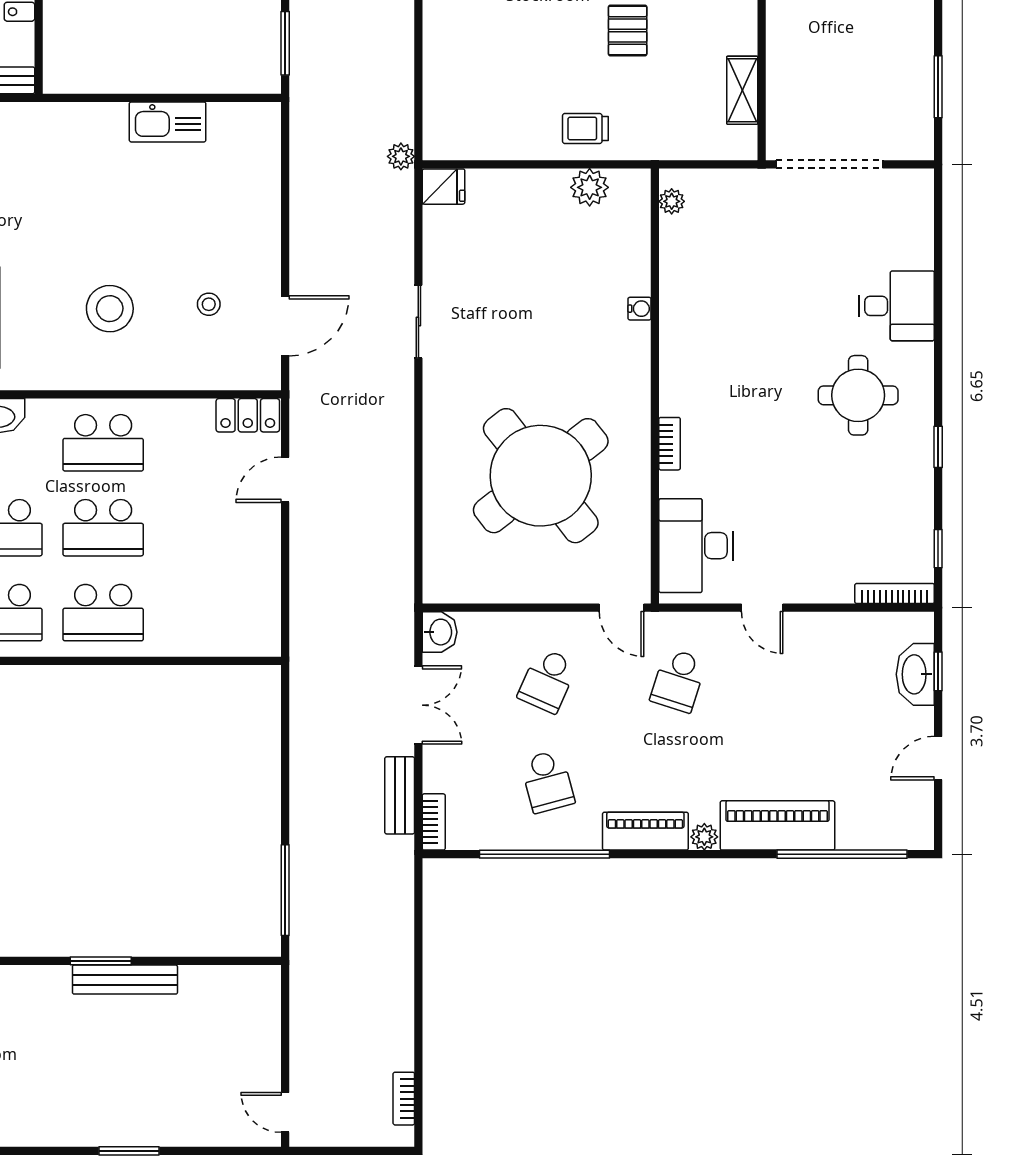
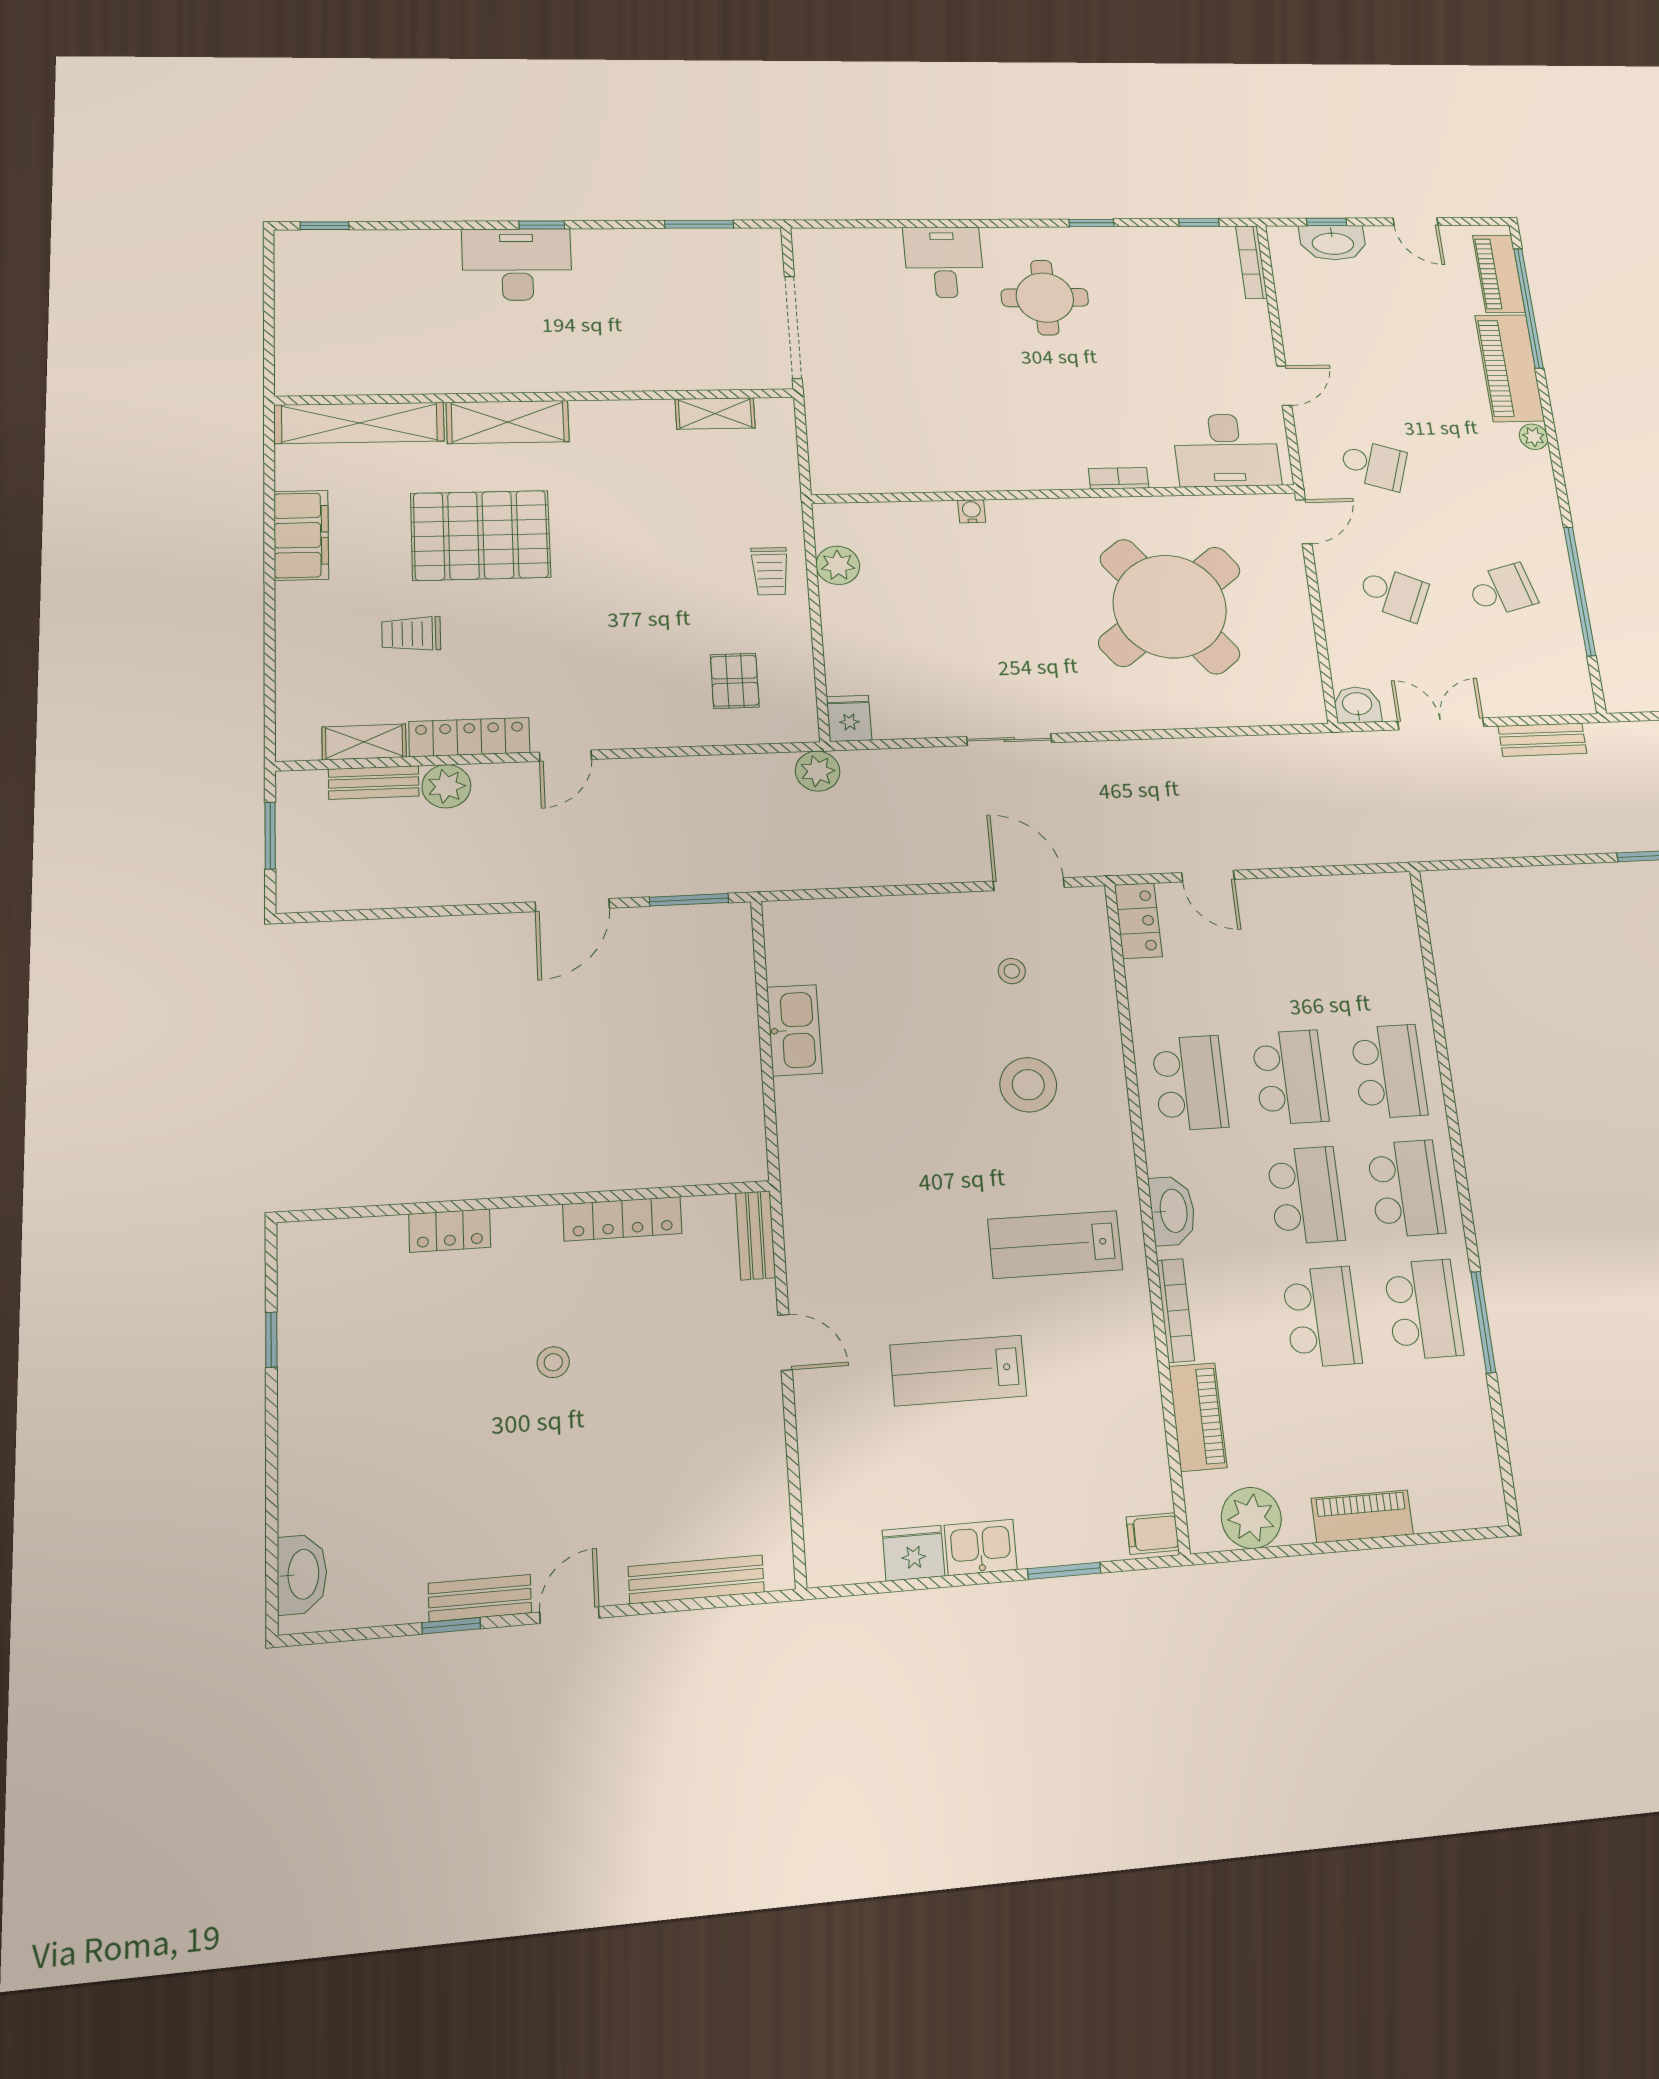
pallet: (628, 30) -> (735, 681), moved, turned 90
plant: (401, 156) -> (818, 771), width x1.38, depth x1.38
plant: (672, 201) -> (847, 482), removed
bookcase: (434, 822) -> (1565, 704), removed
piano: (645, 831) -> (1499, 274), moved

